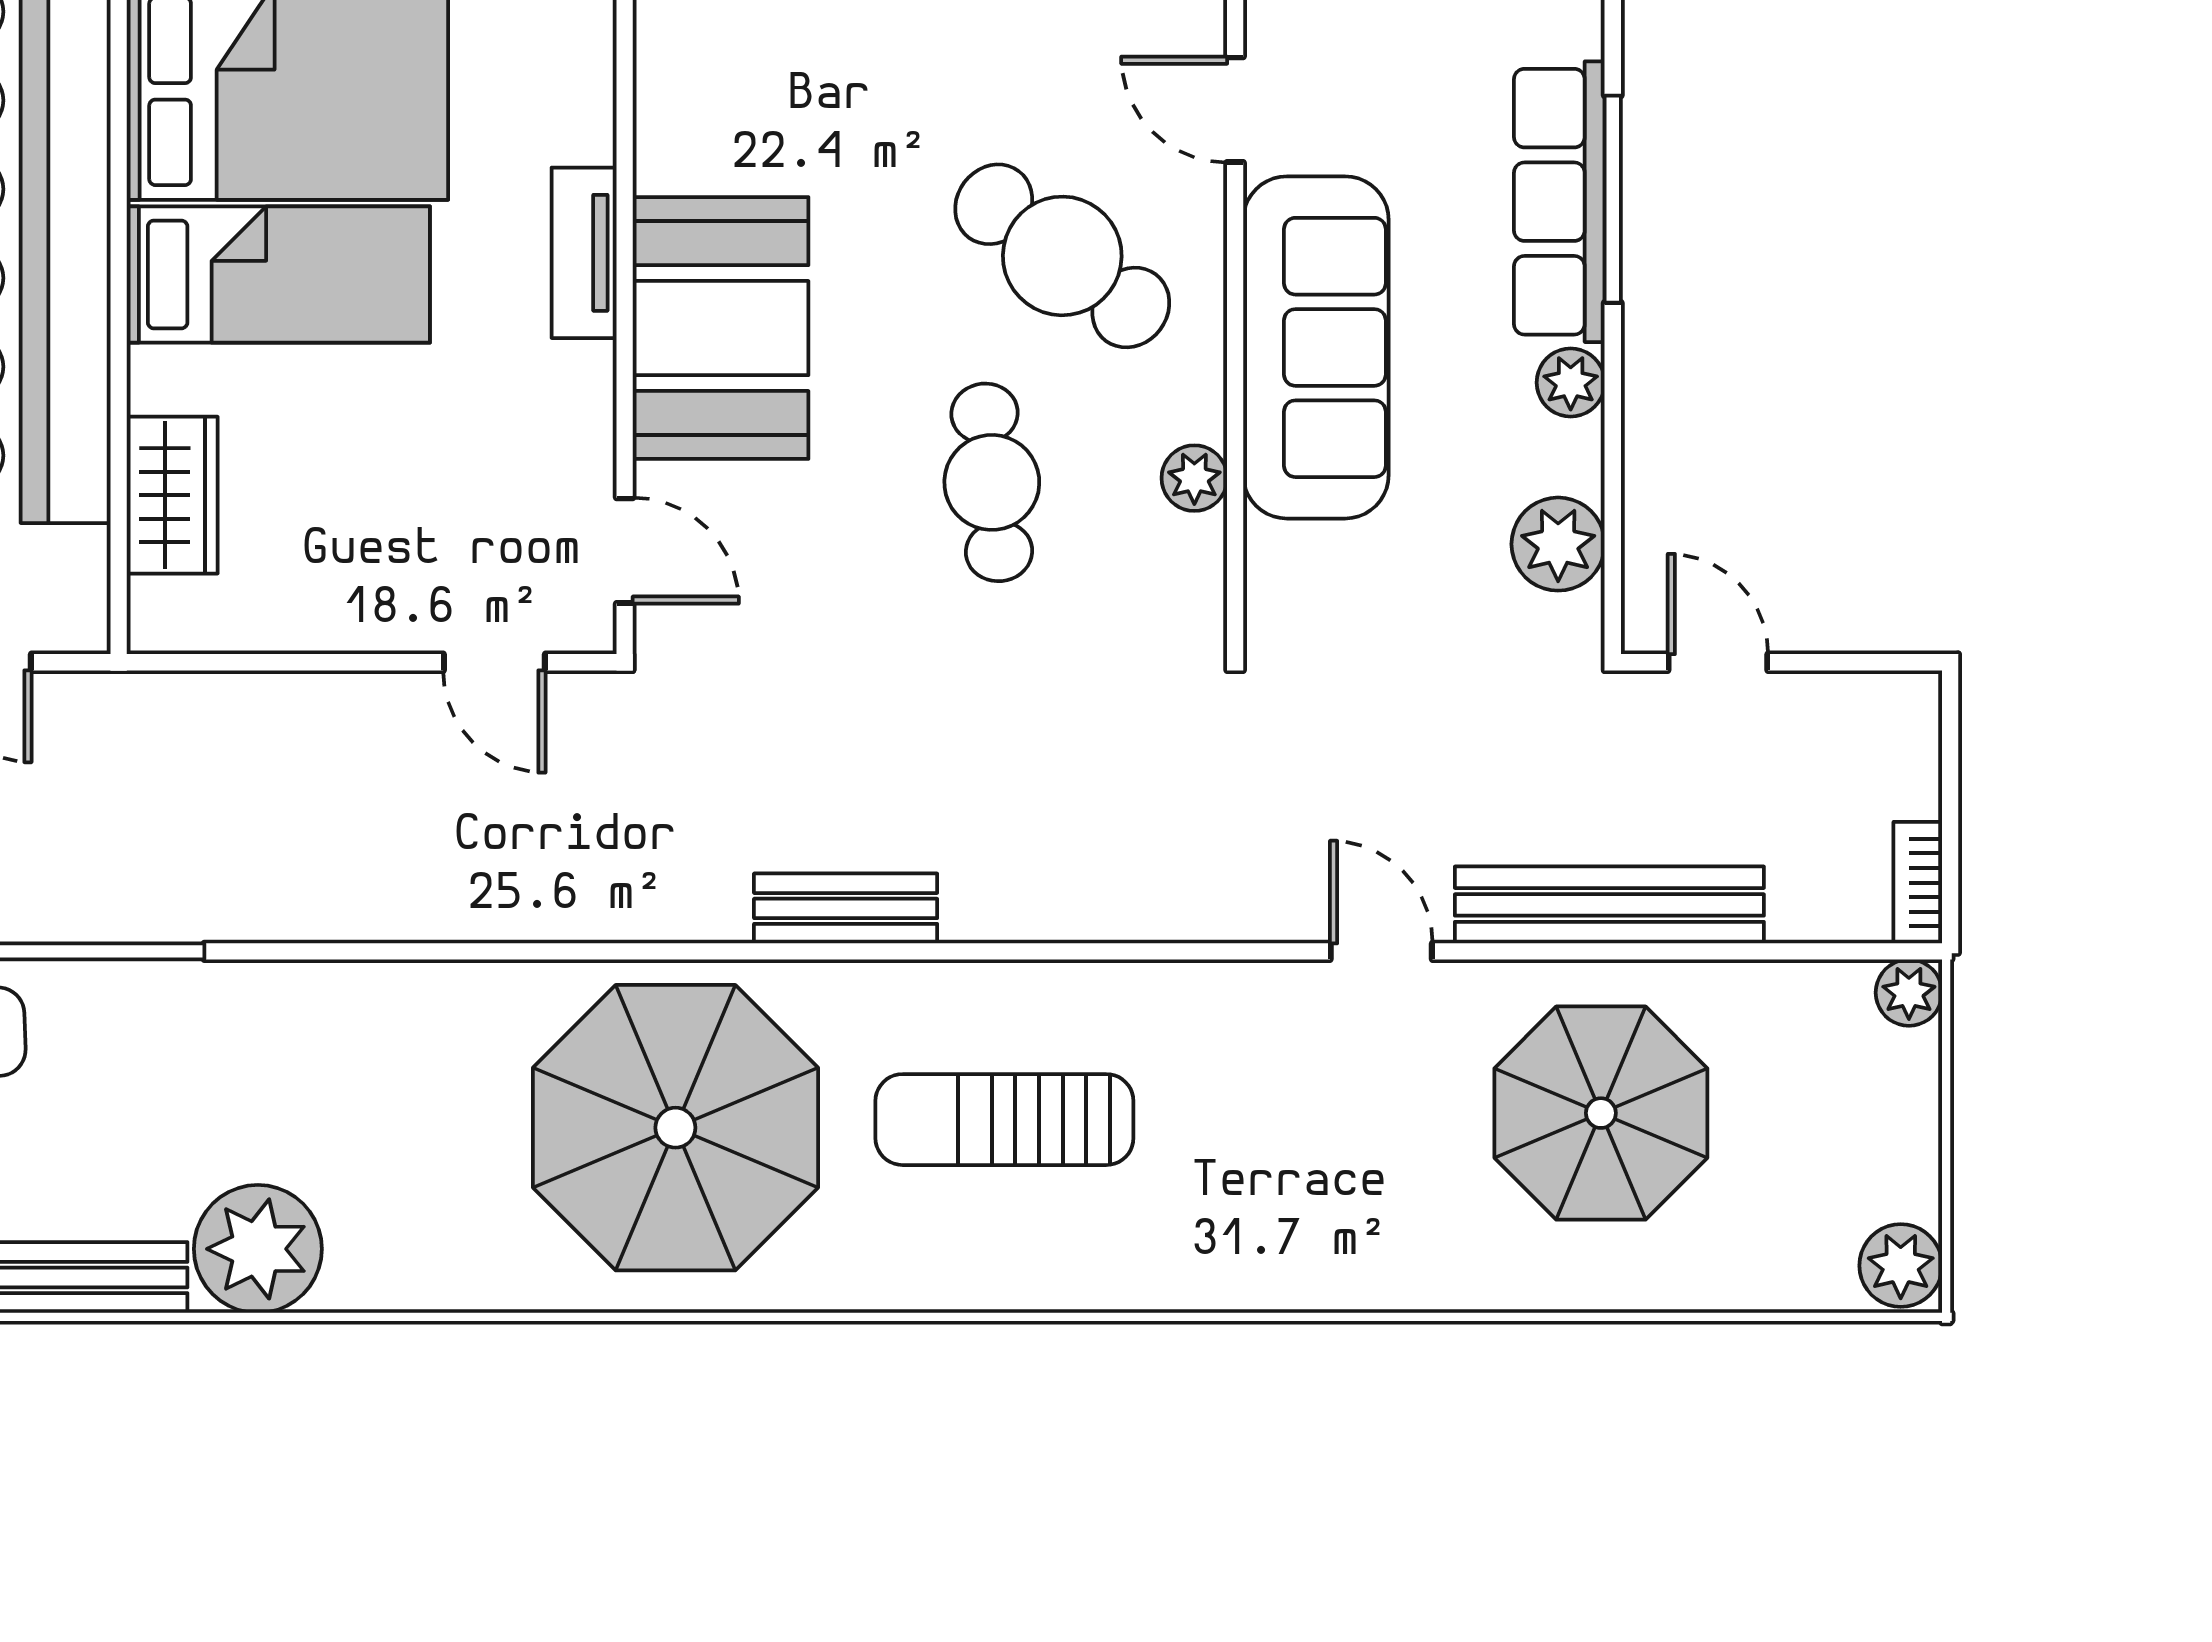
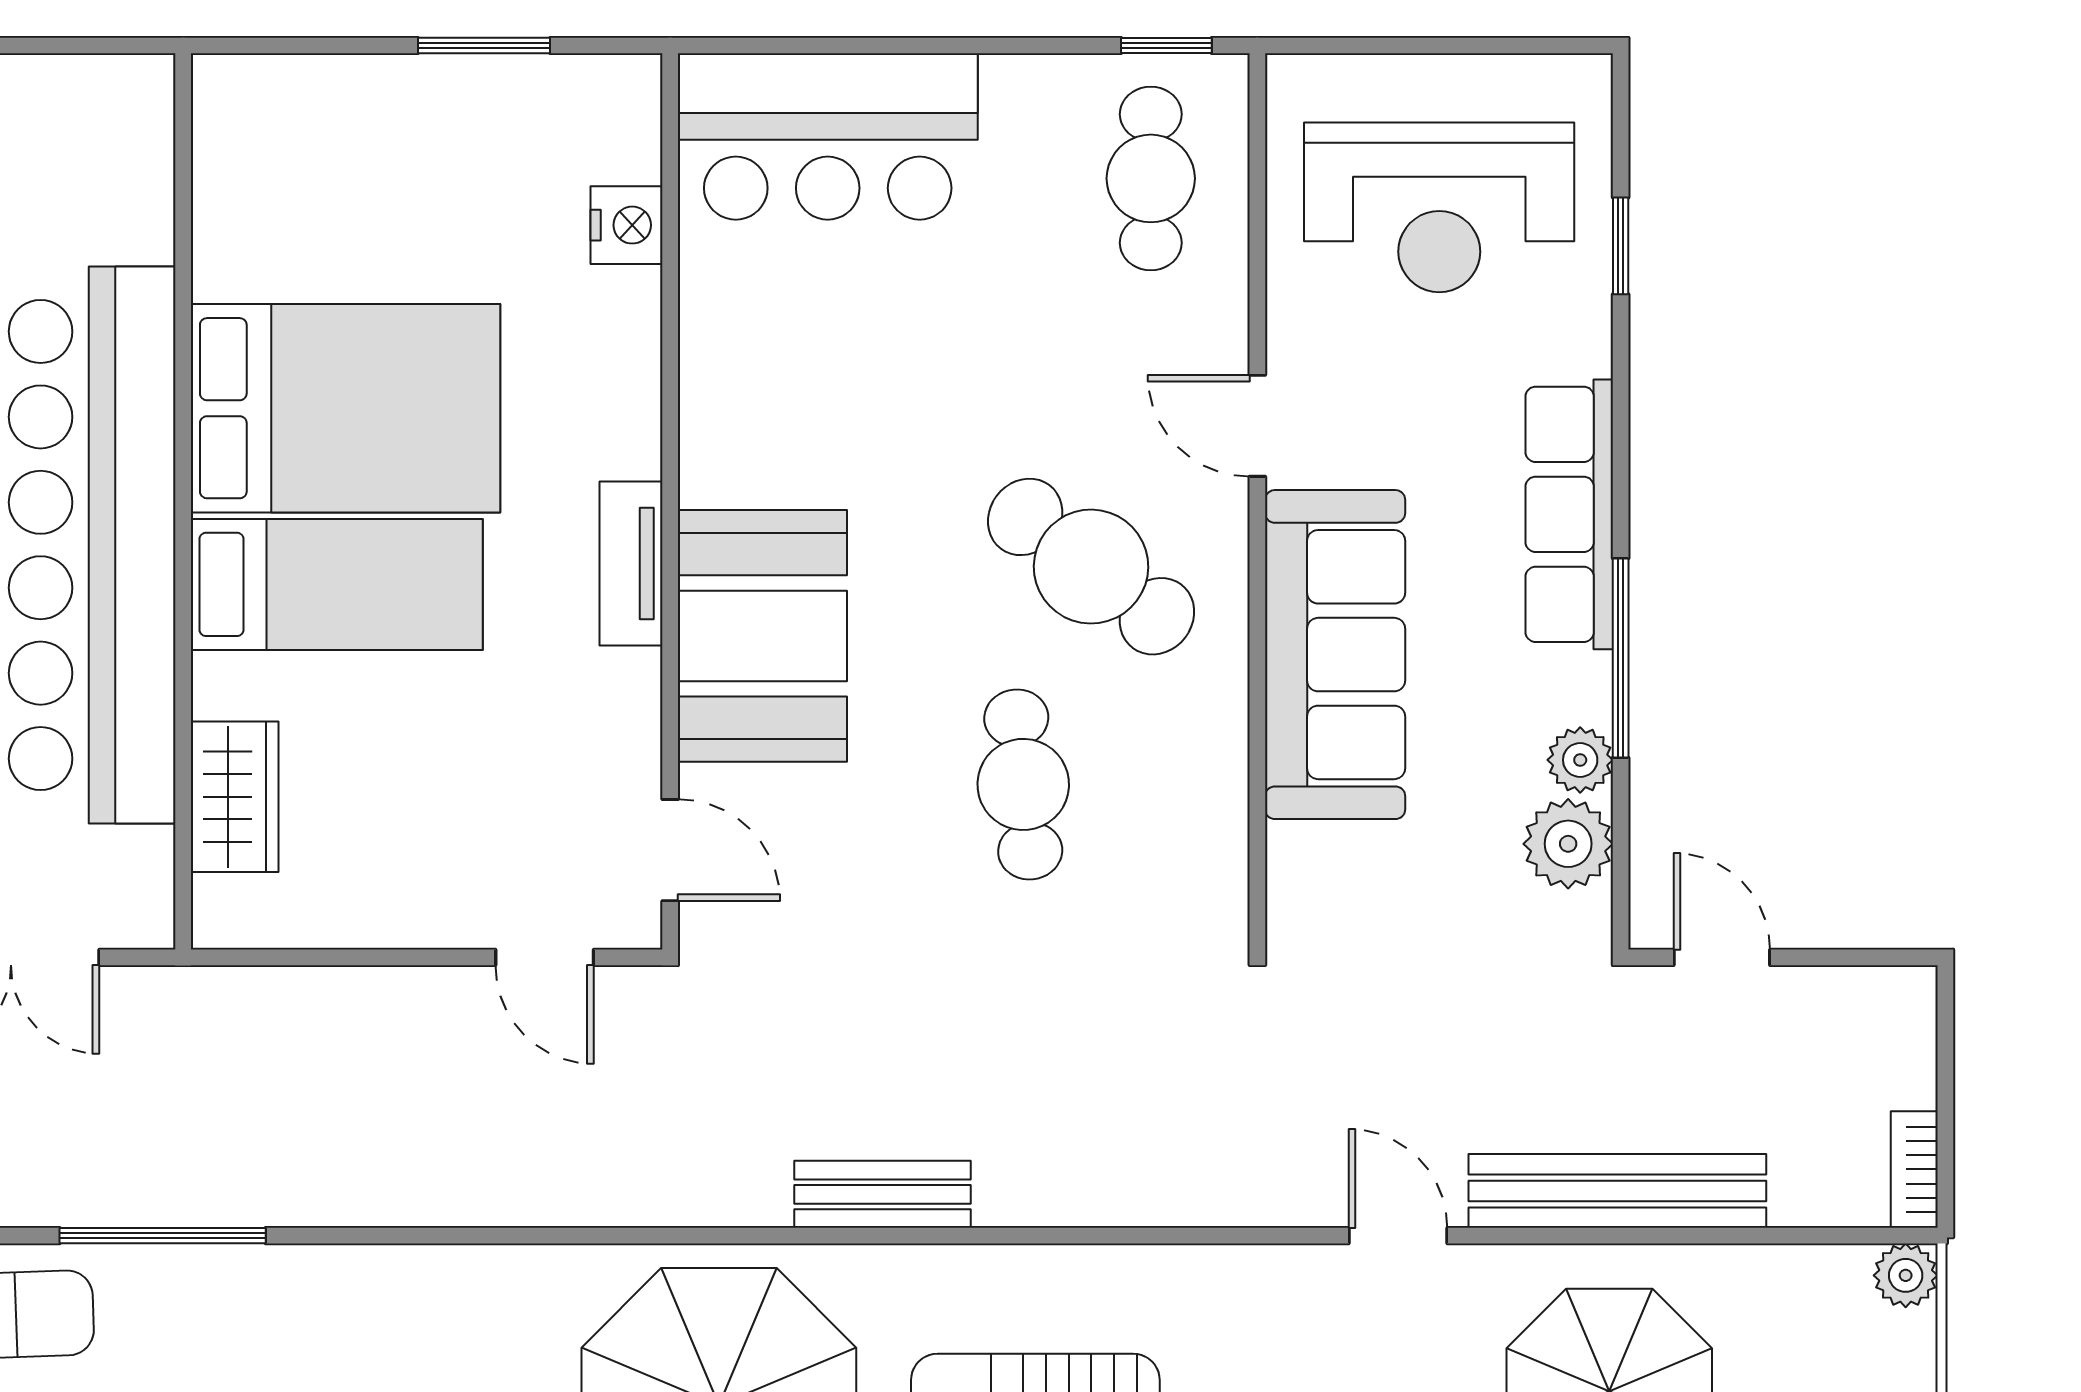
window: (1613, 199) -> (1621, 658), moved
plant: (1571, 383) -> (1580, 760), moved
plant: (1194, 478) -> (1218, 780), removed

